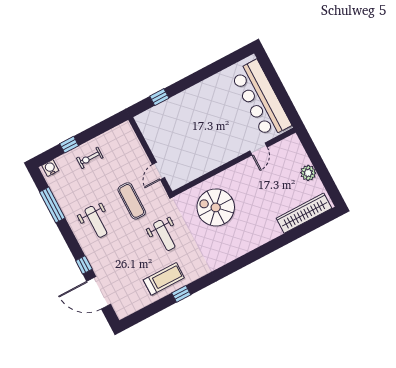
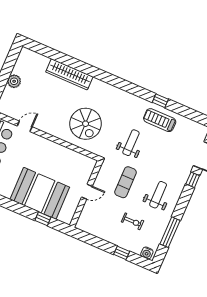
booth: (185, 113) -> (40, 193), added
exercise bike: (90, 158) -> (132, 221), moved
door: (158, 171) -> (87, 192), moved
wardrobe: (304, 213) -> (69, 74), moved

